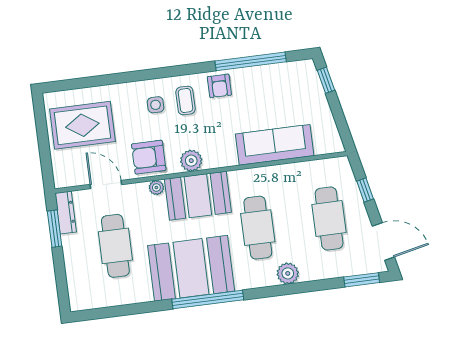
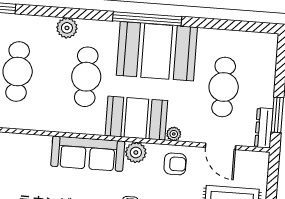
sofa: (275, 145) -> (88, 154), moved
armchair: (149, 157) -> (175, 164), width x0.72, depth x0.72

